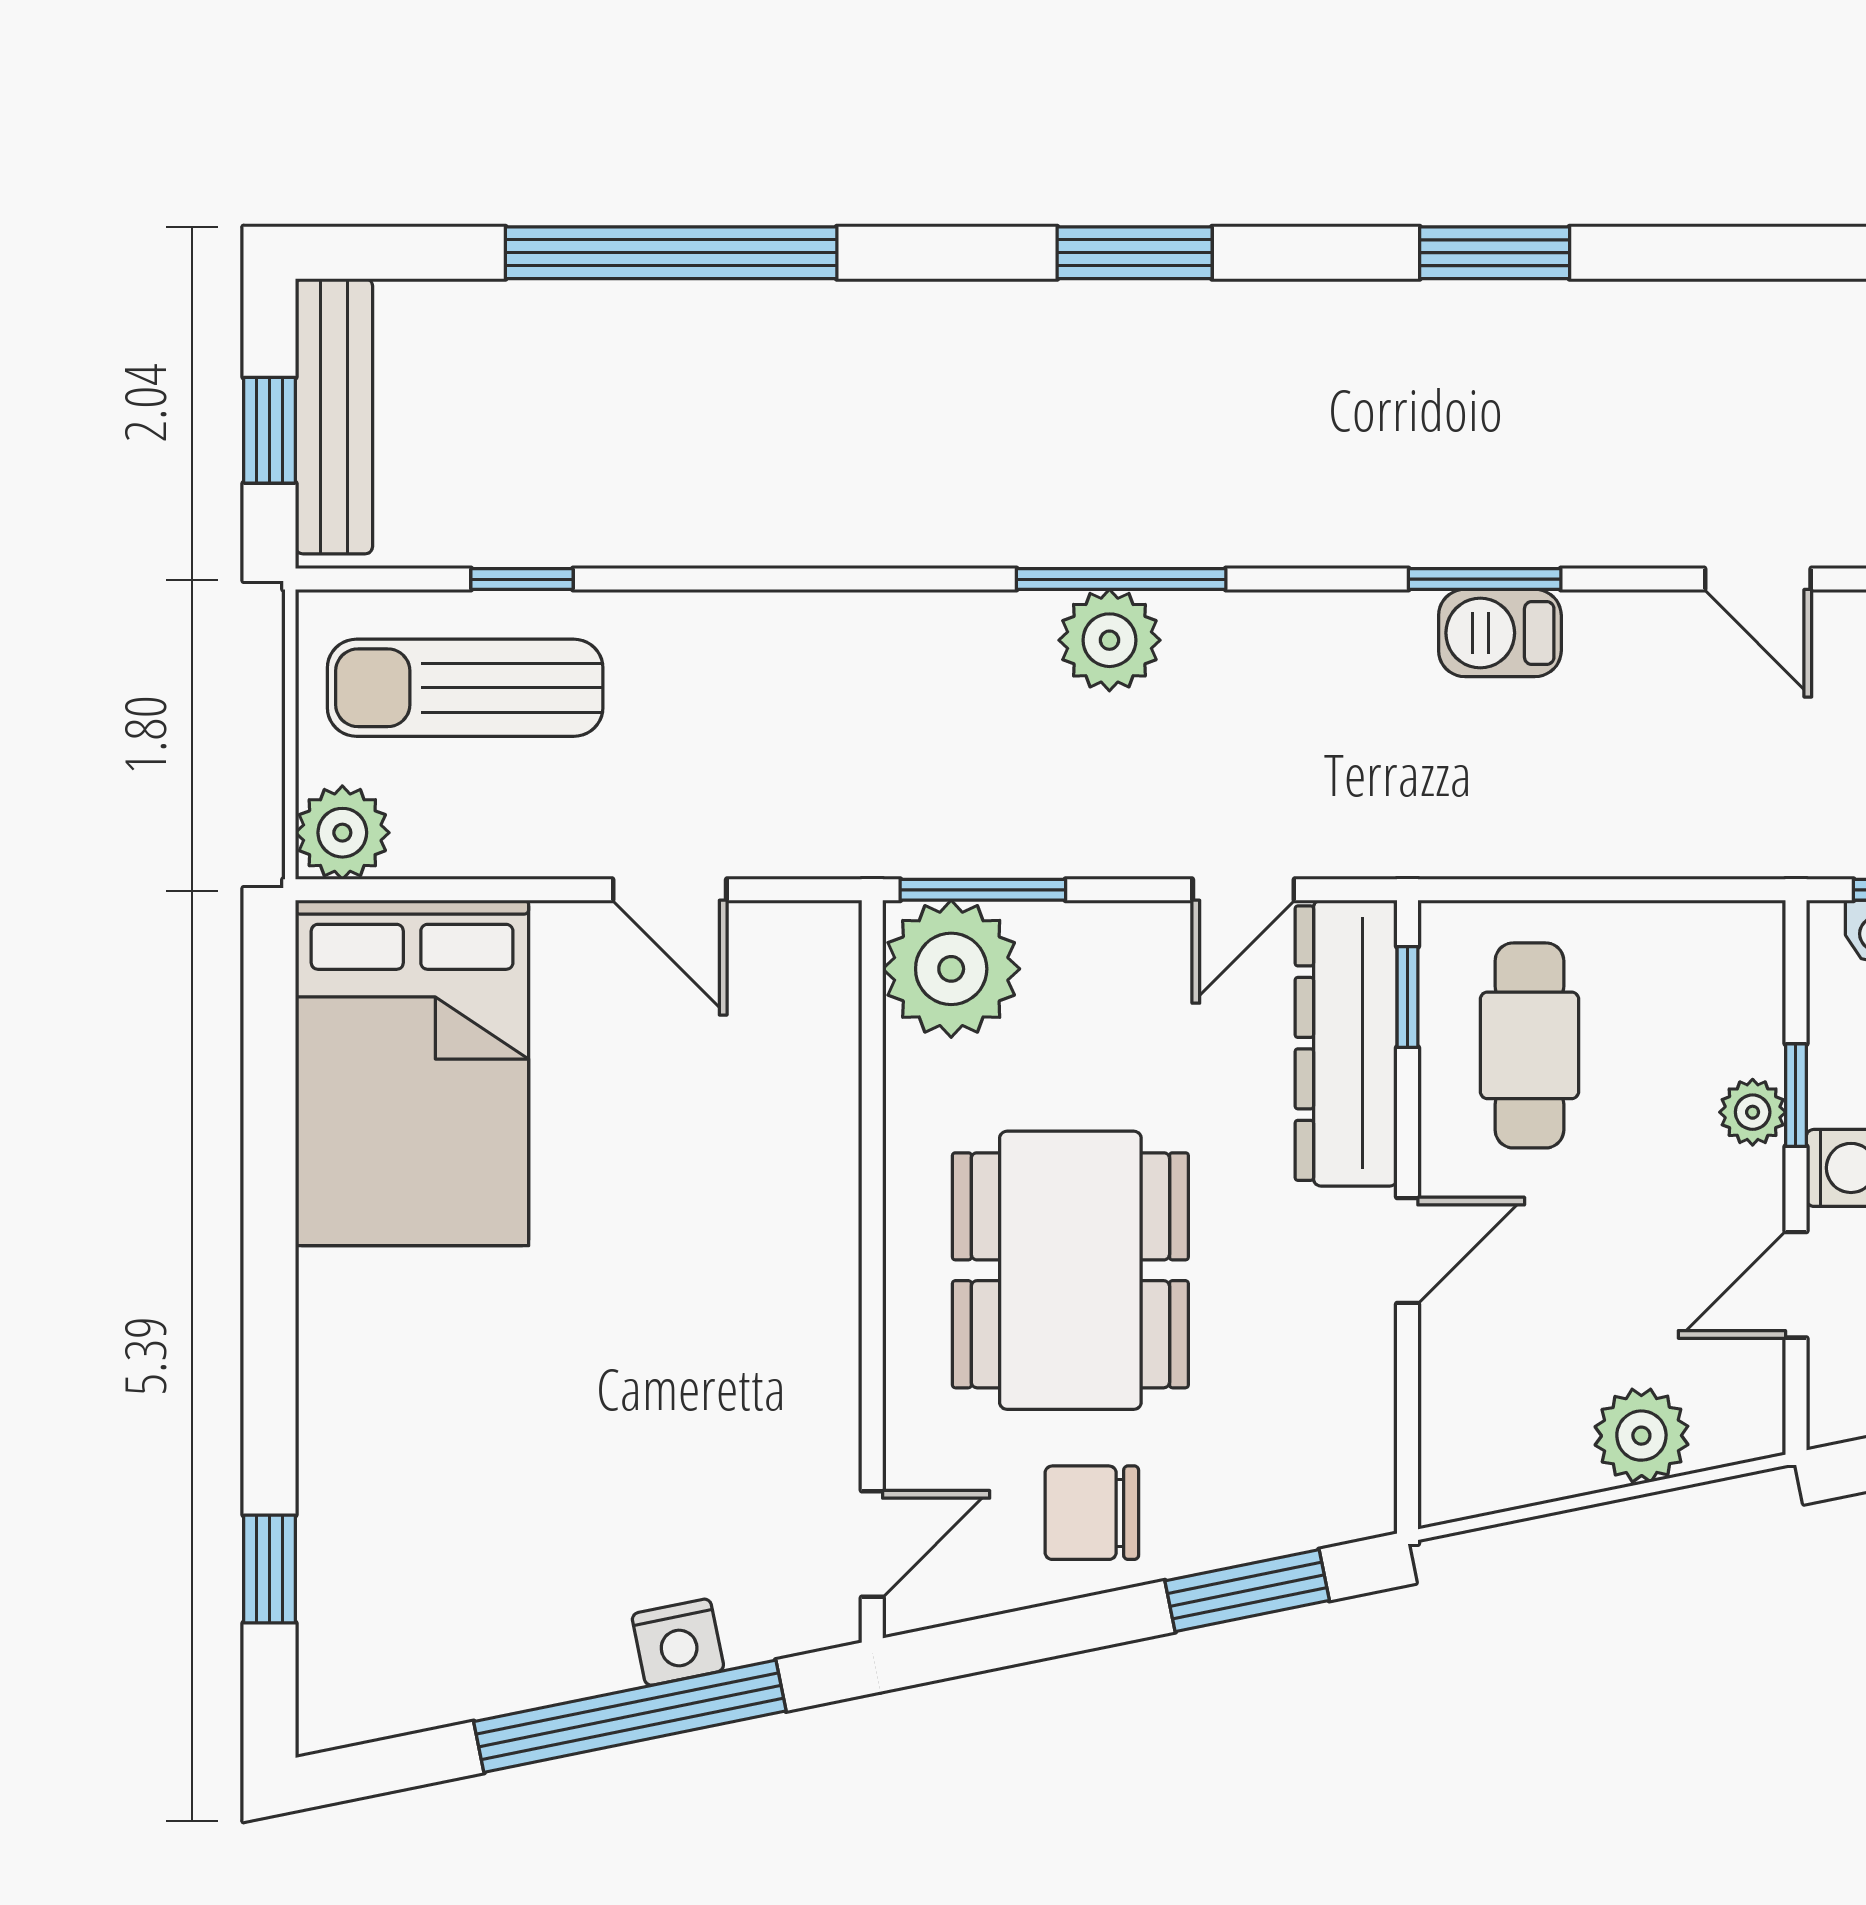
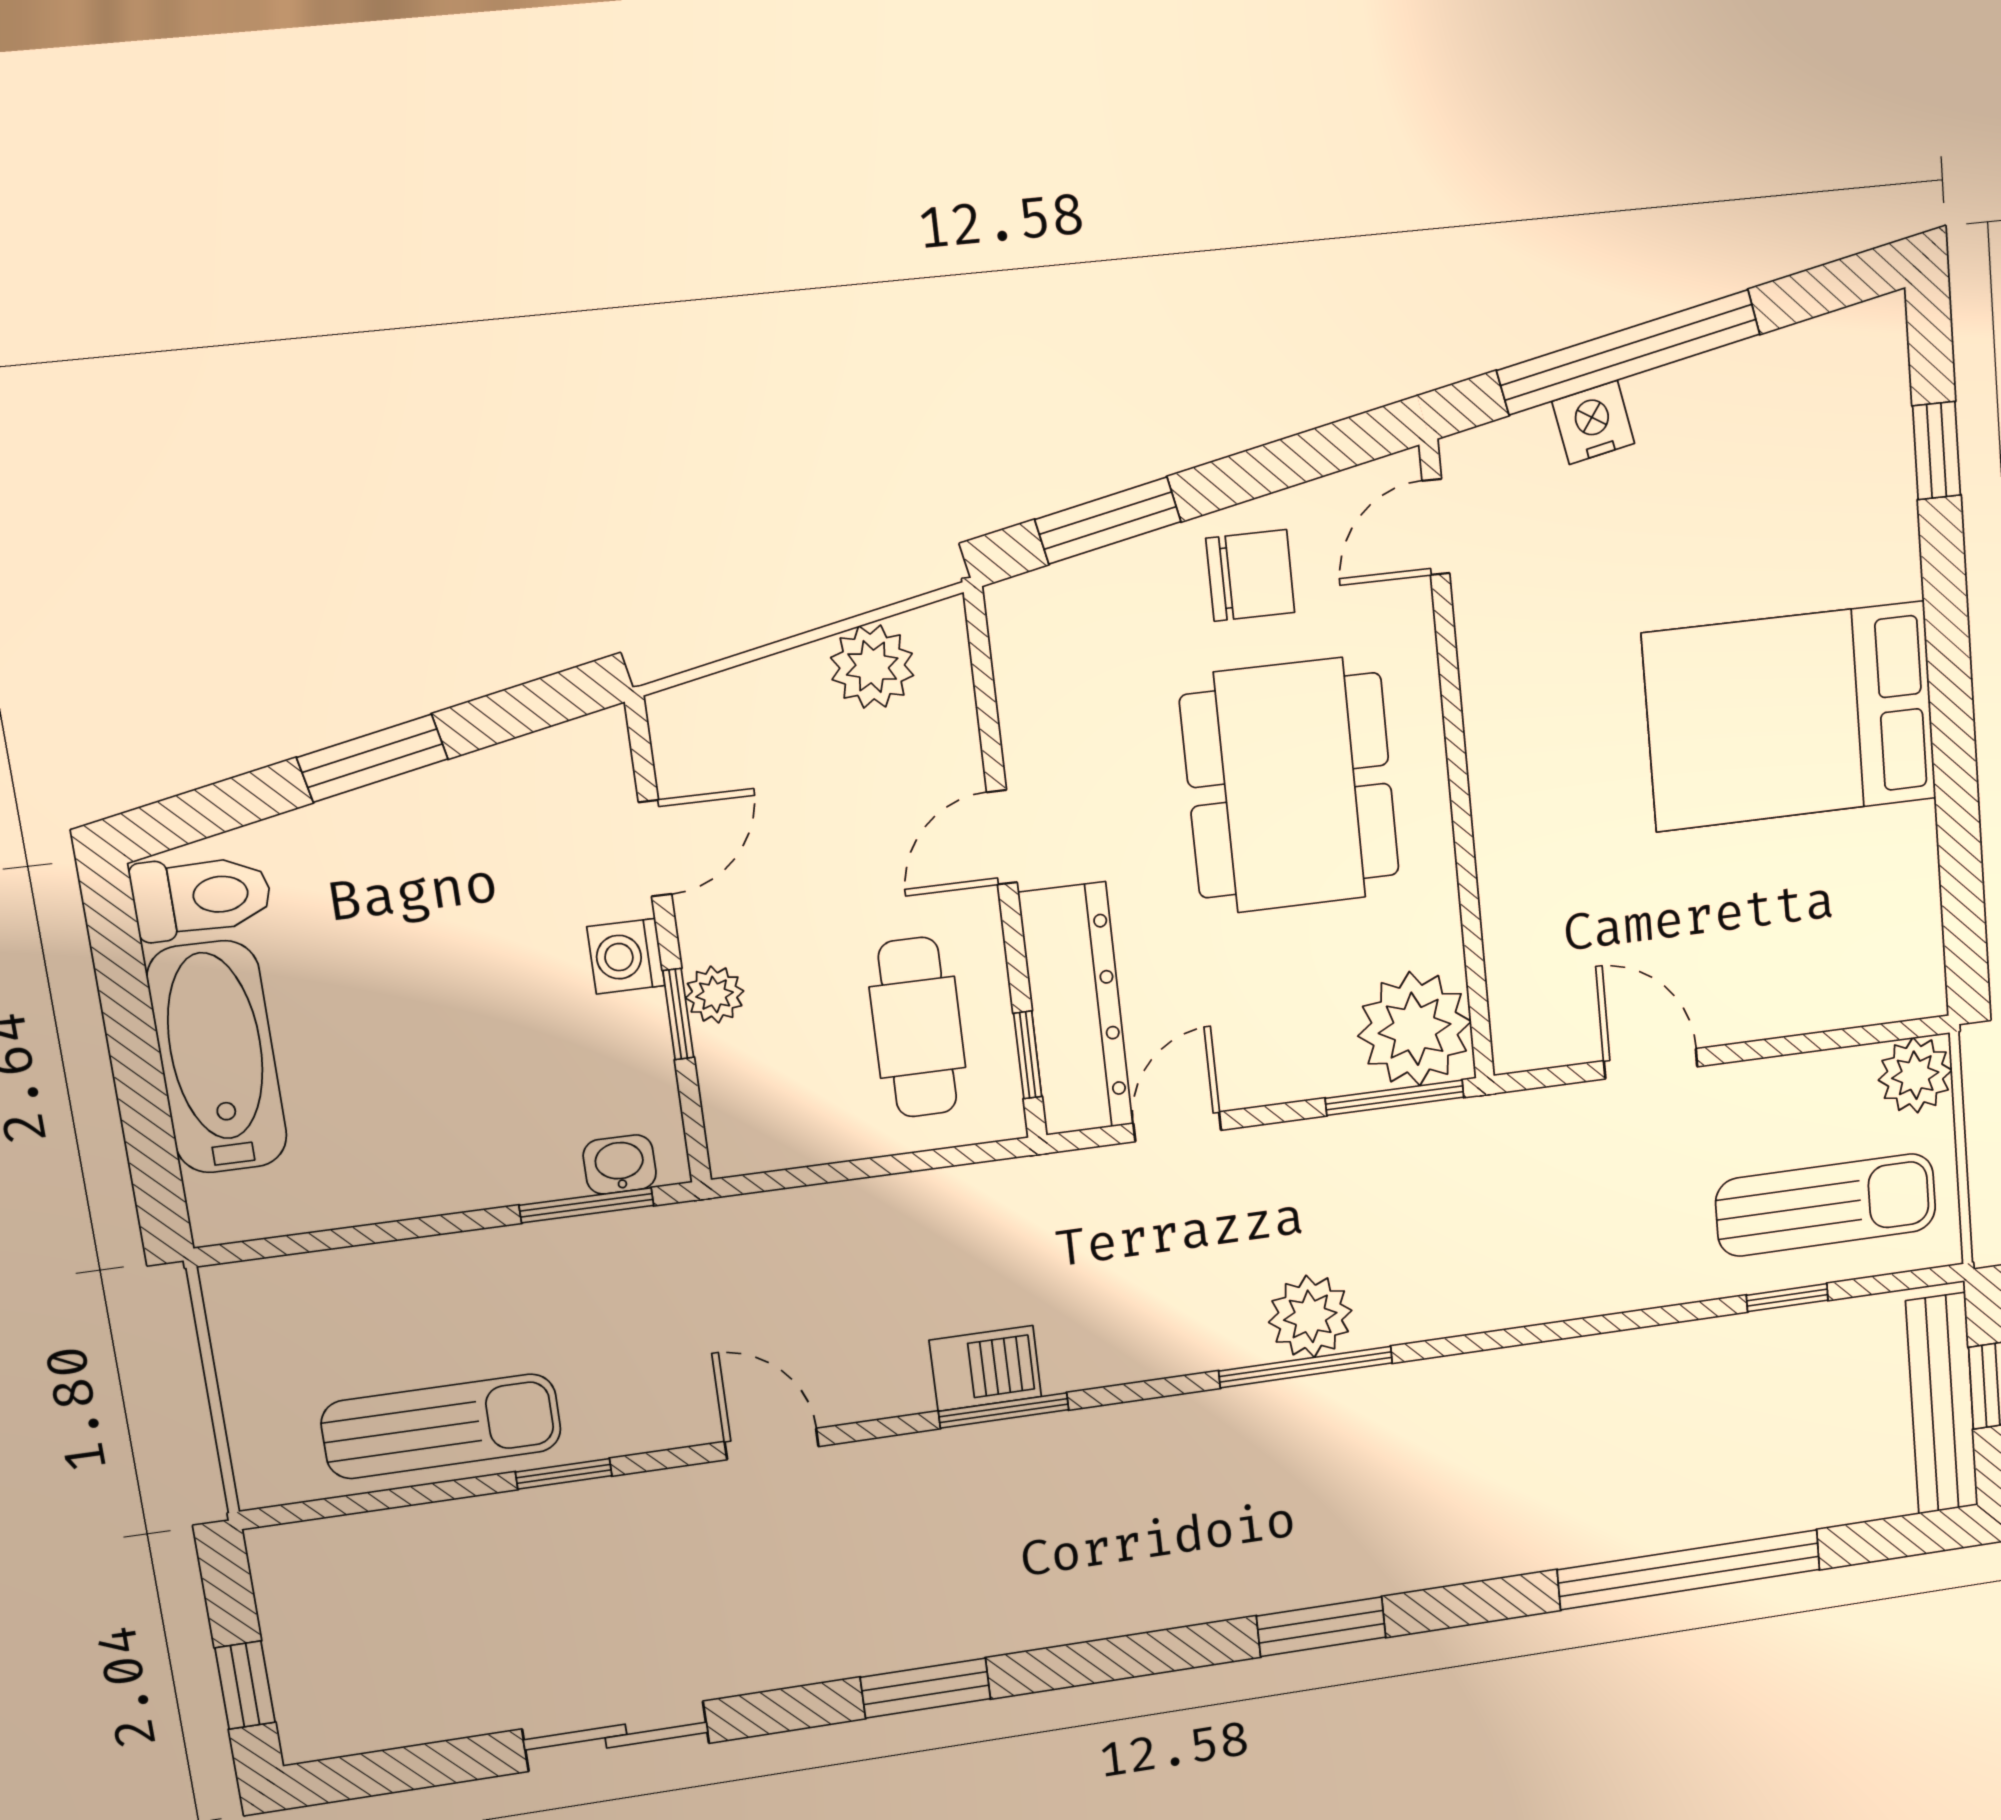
window: (1495, 253) -> (926, 1688), moved
bed: (412, 1073) -> (1790, 716), moved, turned -90
plant: (1641, 1436) -> (872, 667), moved

